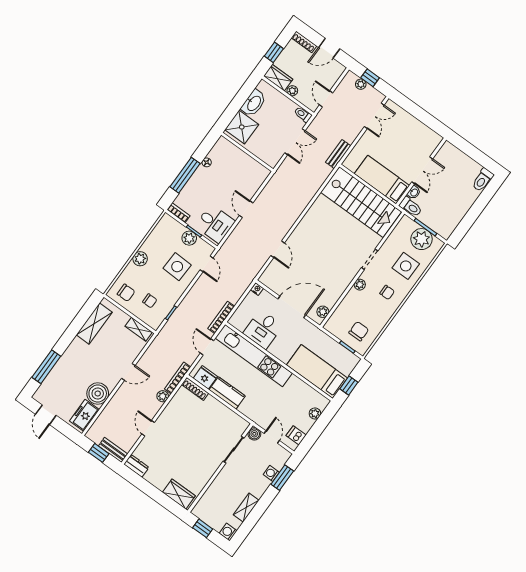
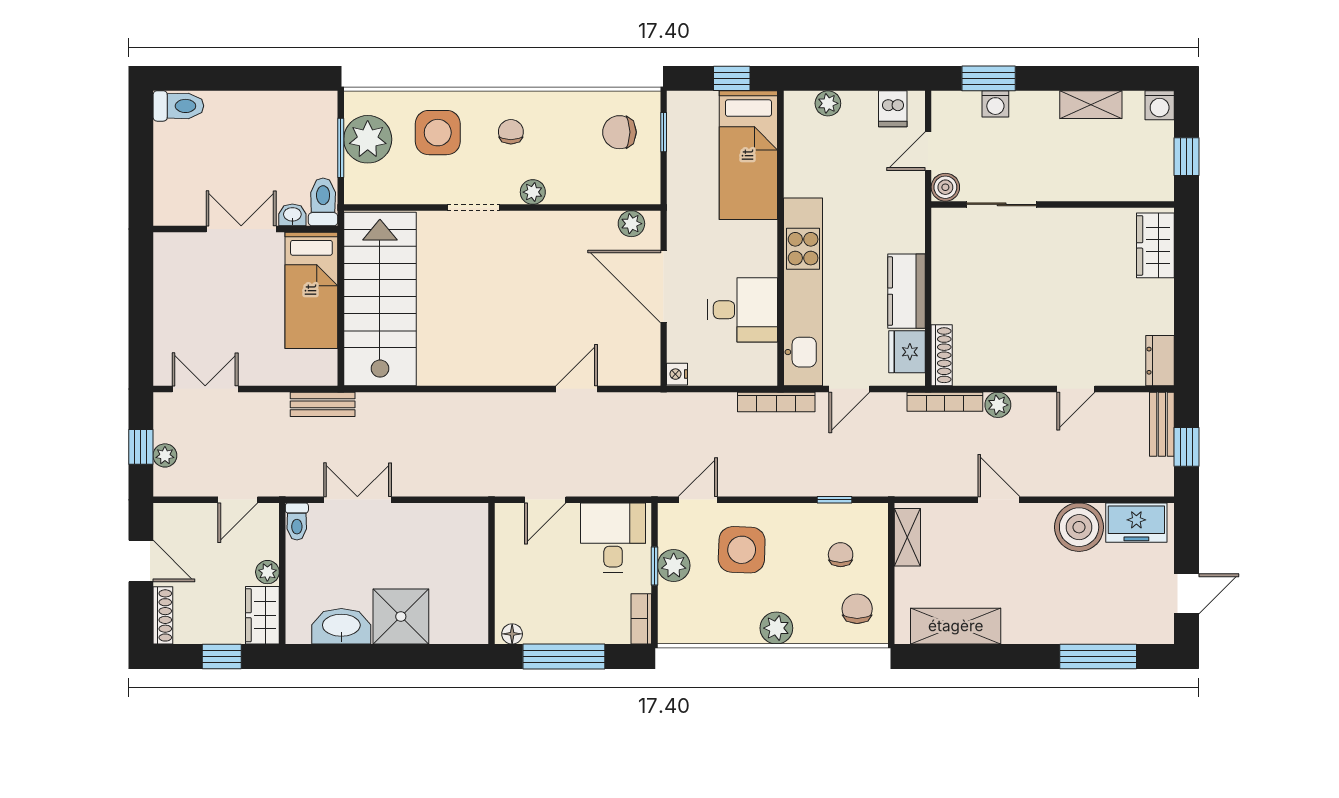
wall: (247, 152) -> (491, 573), moved

